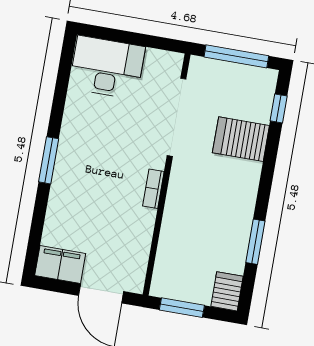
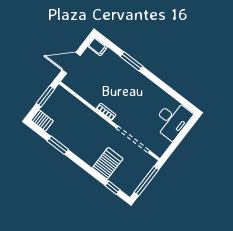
window: (49, 160) -> (131, 61), moved
filing cabinet: (60, 264) -> (98, 47), width x0.50

